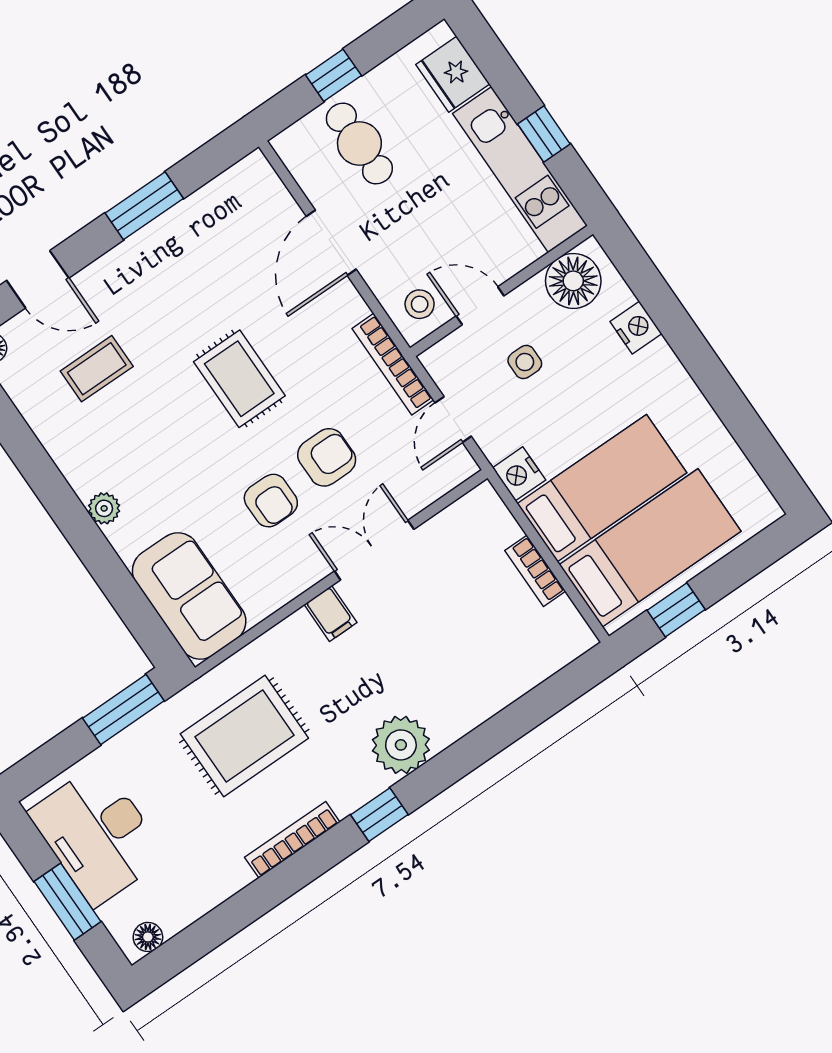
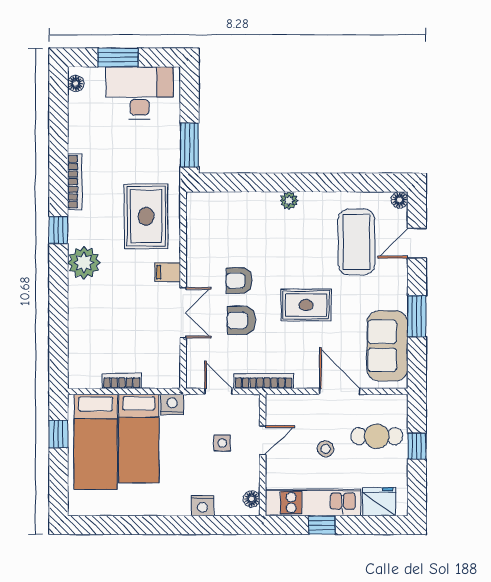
floor lamp: (573, 281) -> (252, 499), width x0.53, depth x0.53
stool: (420, 304) -> (326, 449), moved
coffee table: (97, 369) -> (356, 242), width x1.86, depth x1.72
armchair: (327, 457) -> (241, 320), turned 90
sofa: (189, 596) -> (387, 346), moved, turned 90
rug: (244, 736) -> (146, 216), moved

